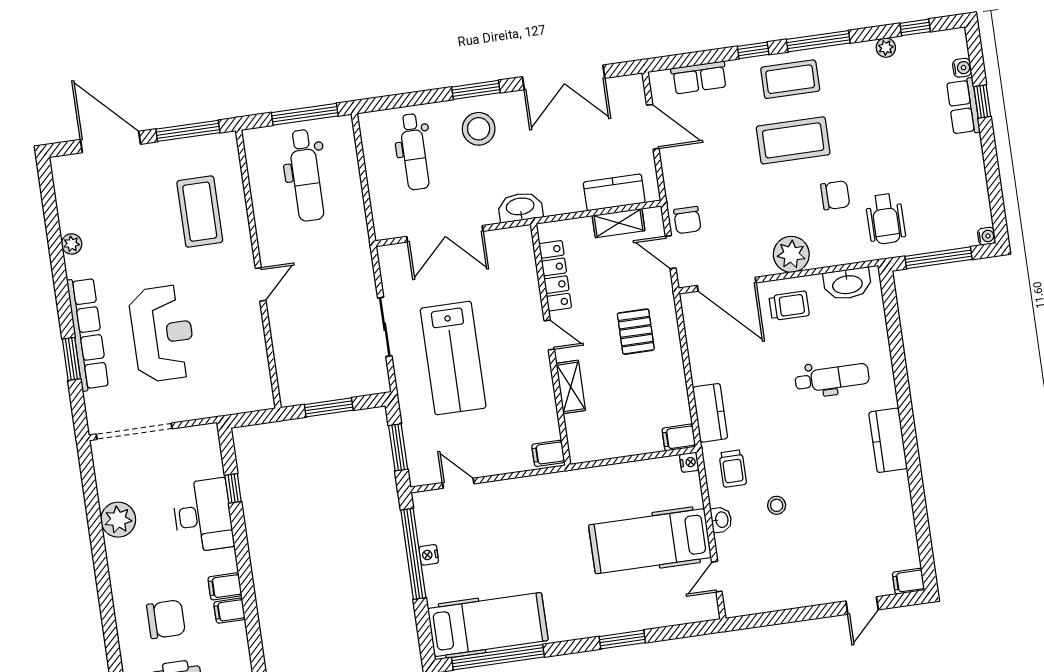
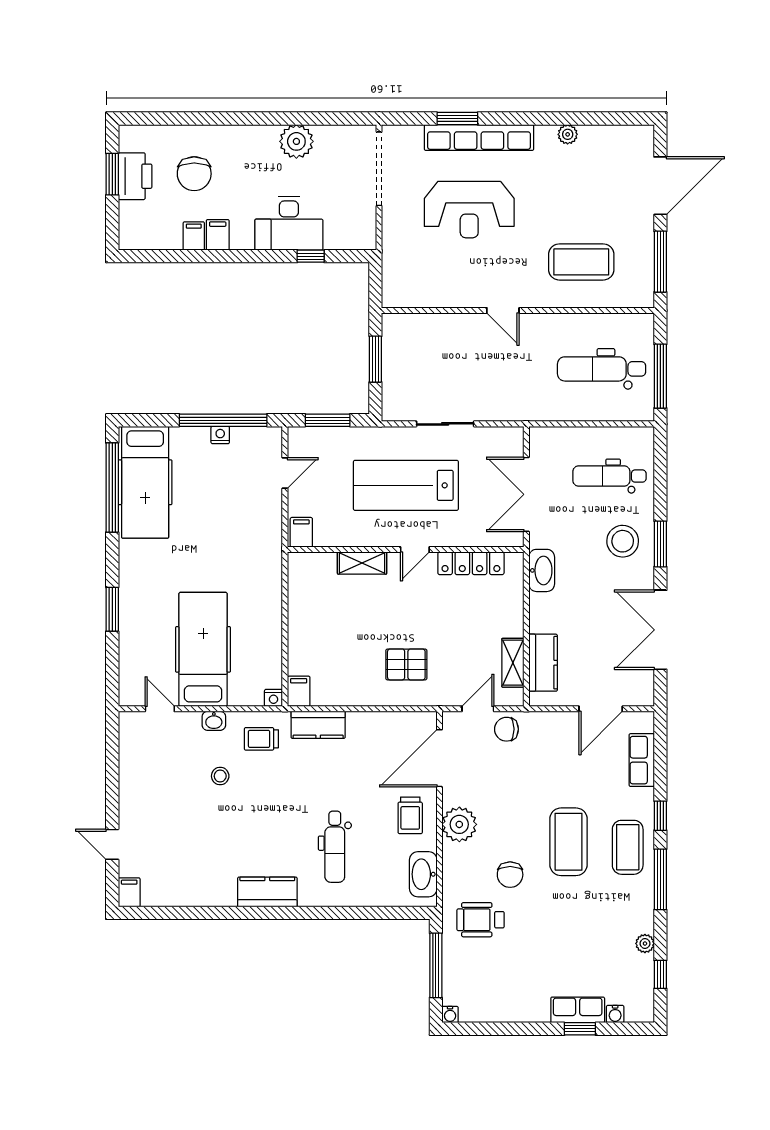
locker: (555, 276) -> (471, 563), moved
door: (549, 335) -> (415, 549), moved
wall: (551, 344) -> (406, 549), moved
shelving: (571, 387) -> (362, 563), moved
filing cabinet: (548, 453) -> (301, 532), moved

